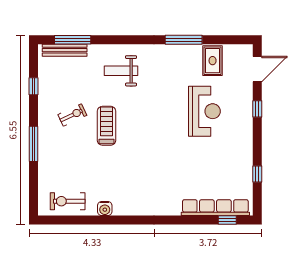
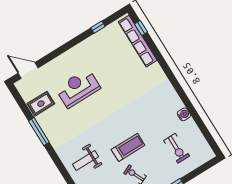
weight bench: (121, 71) -> (85, 160), turned 90
window: (257, 109) -> (55, 54), removed
treadmill: (107, 126) -> (128, 147), turned 180
exercise bike: (68, 201) -> (177, 148), moved

